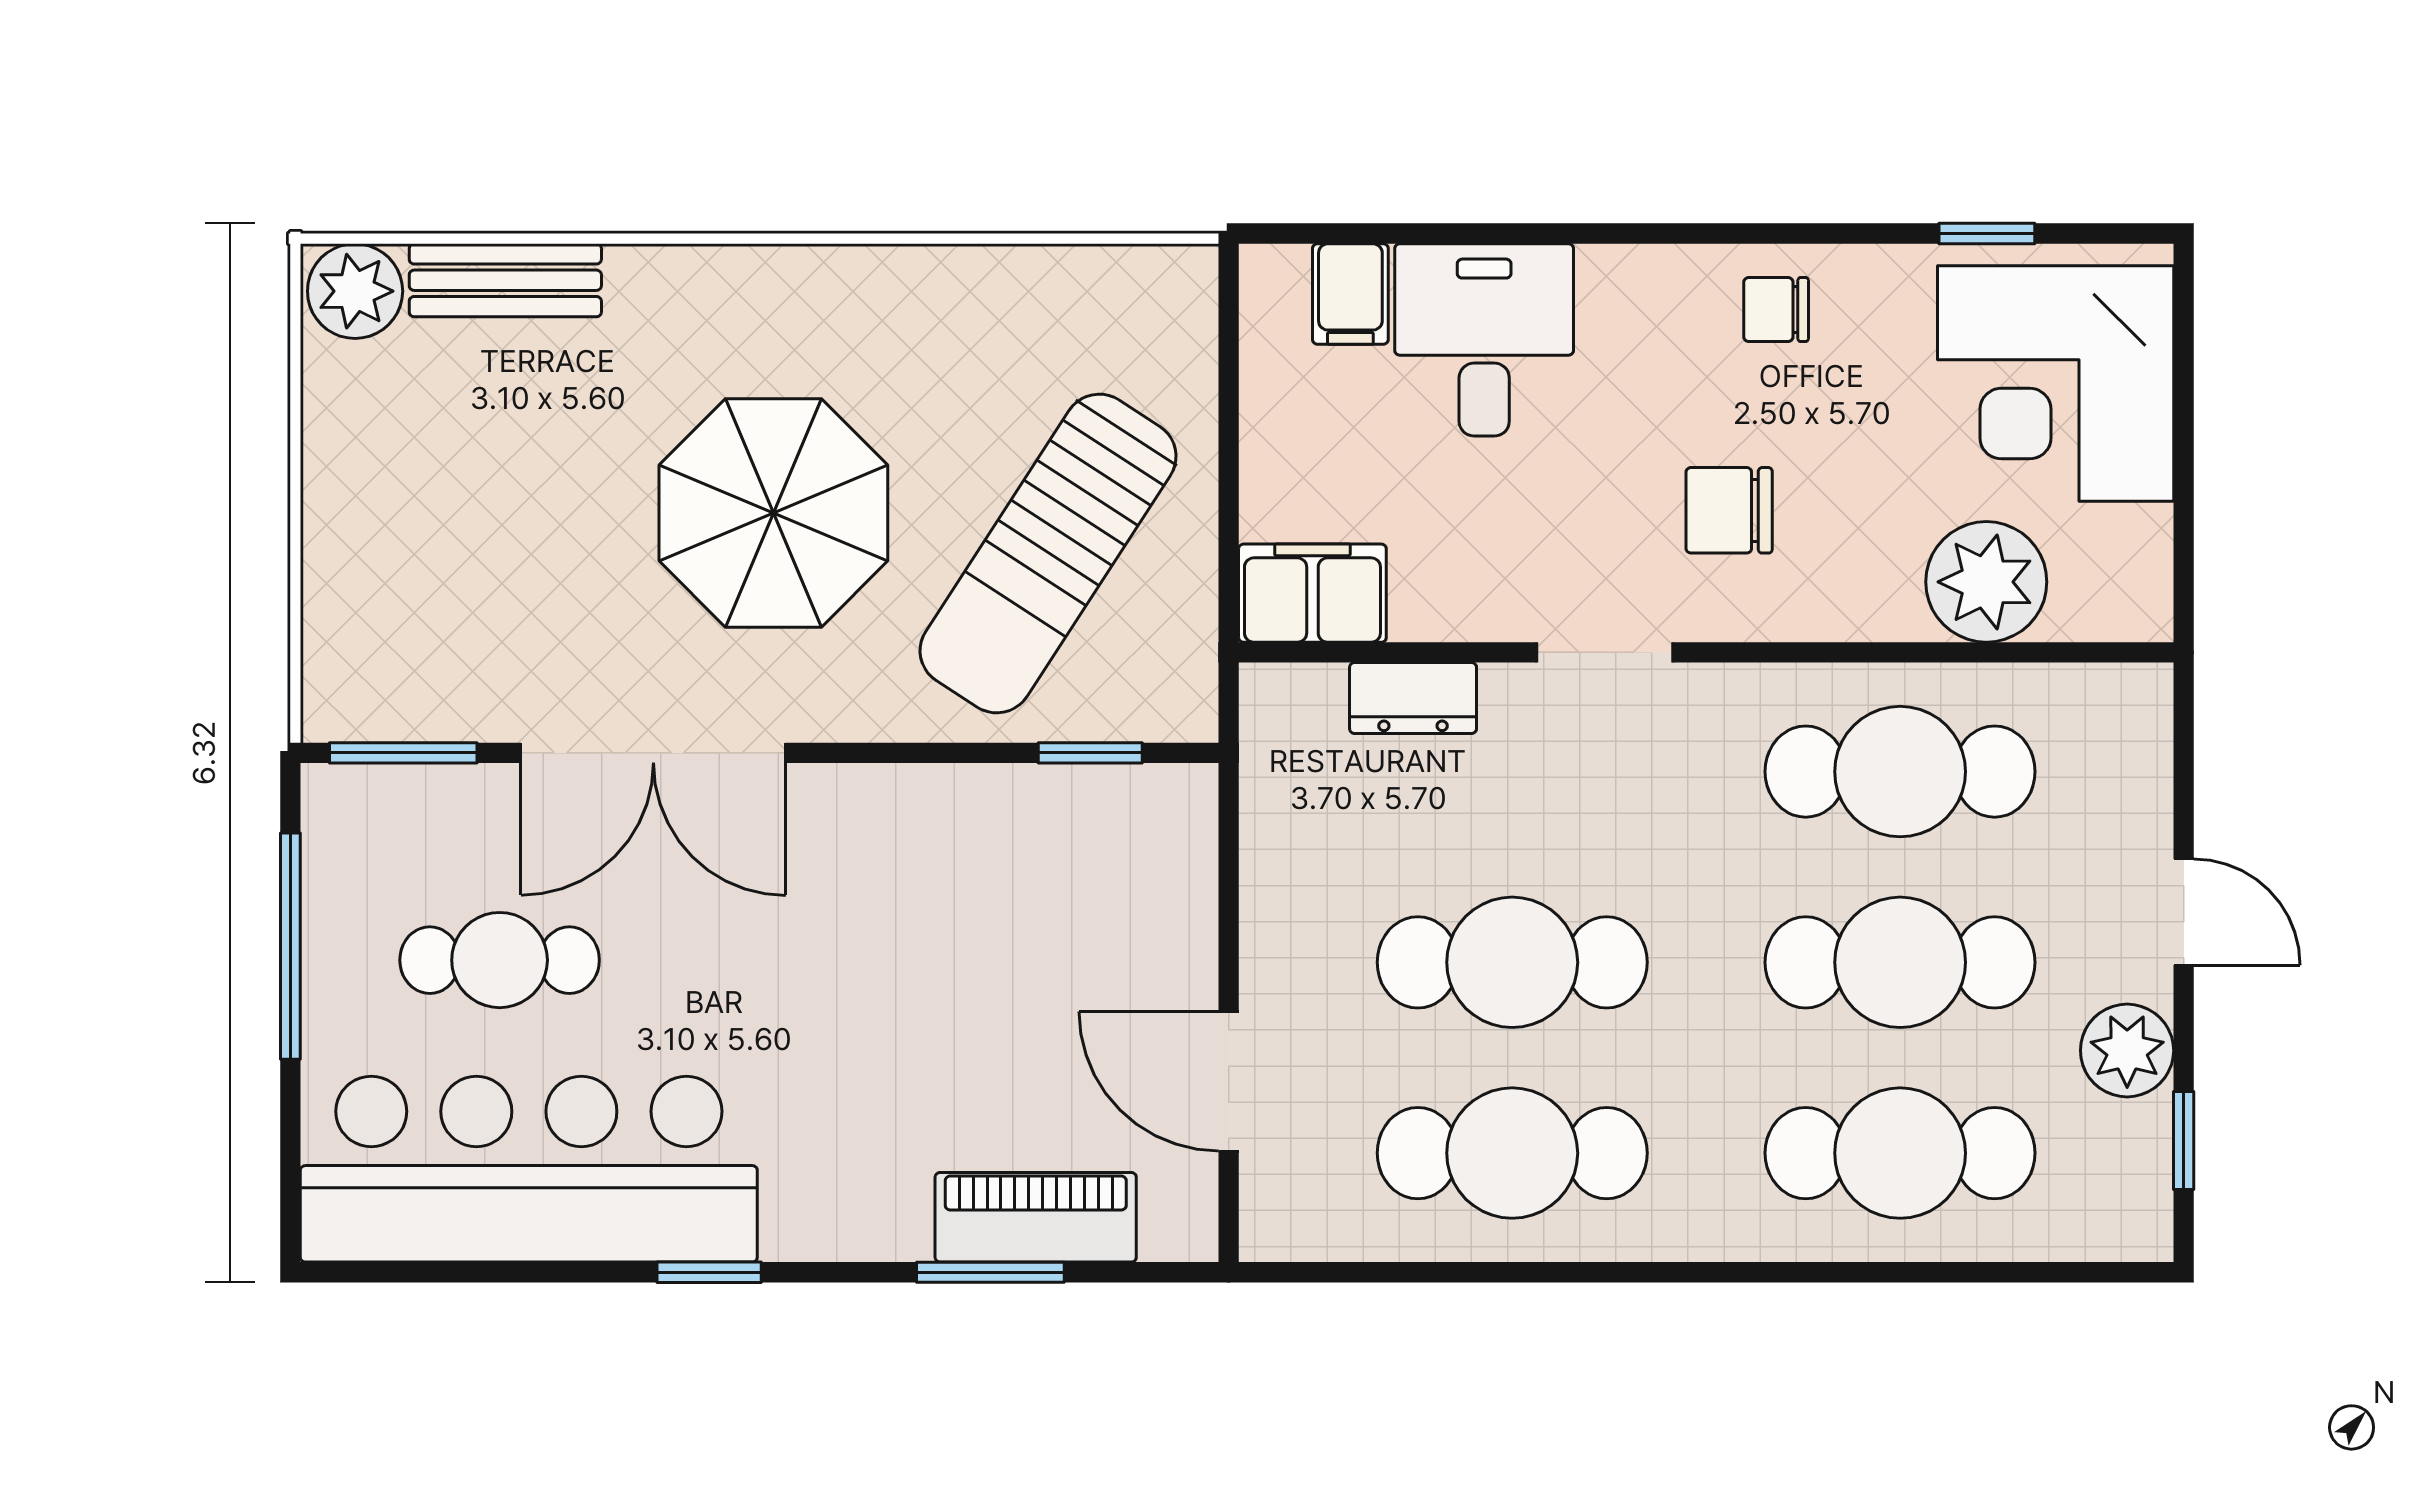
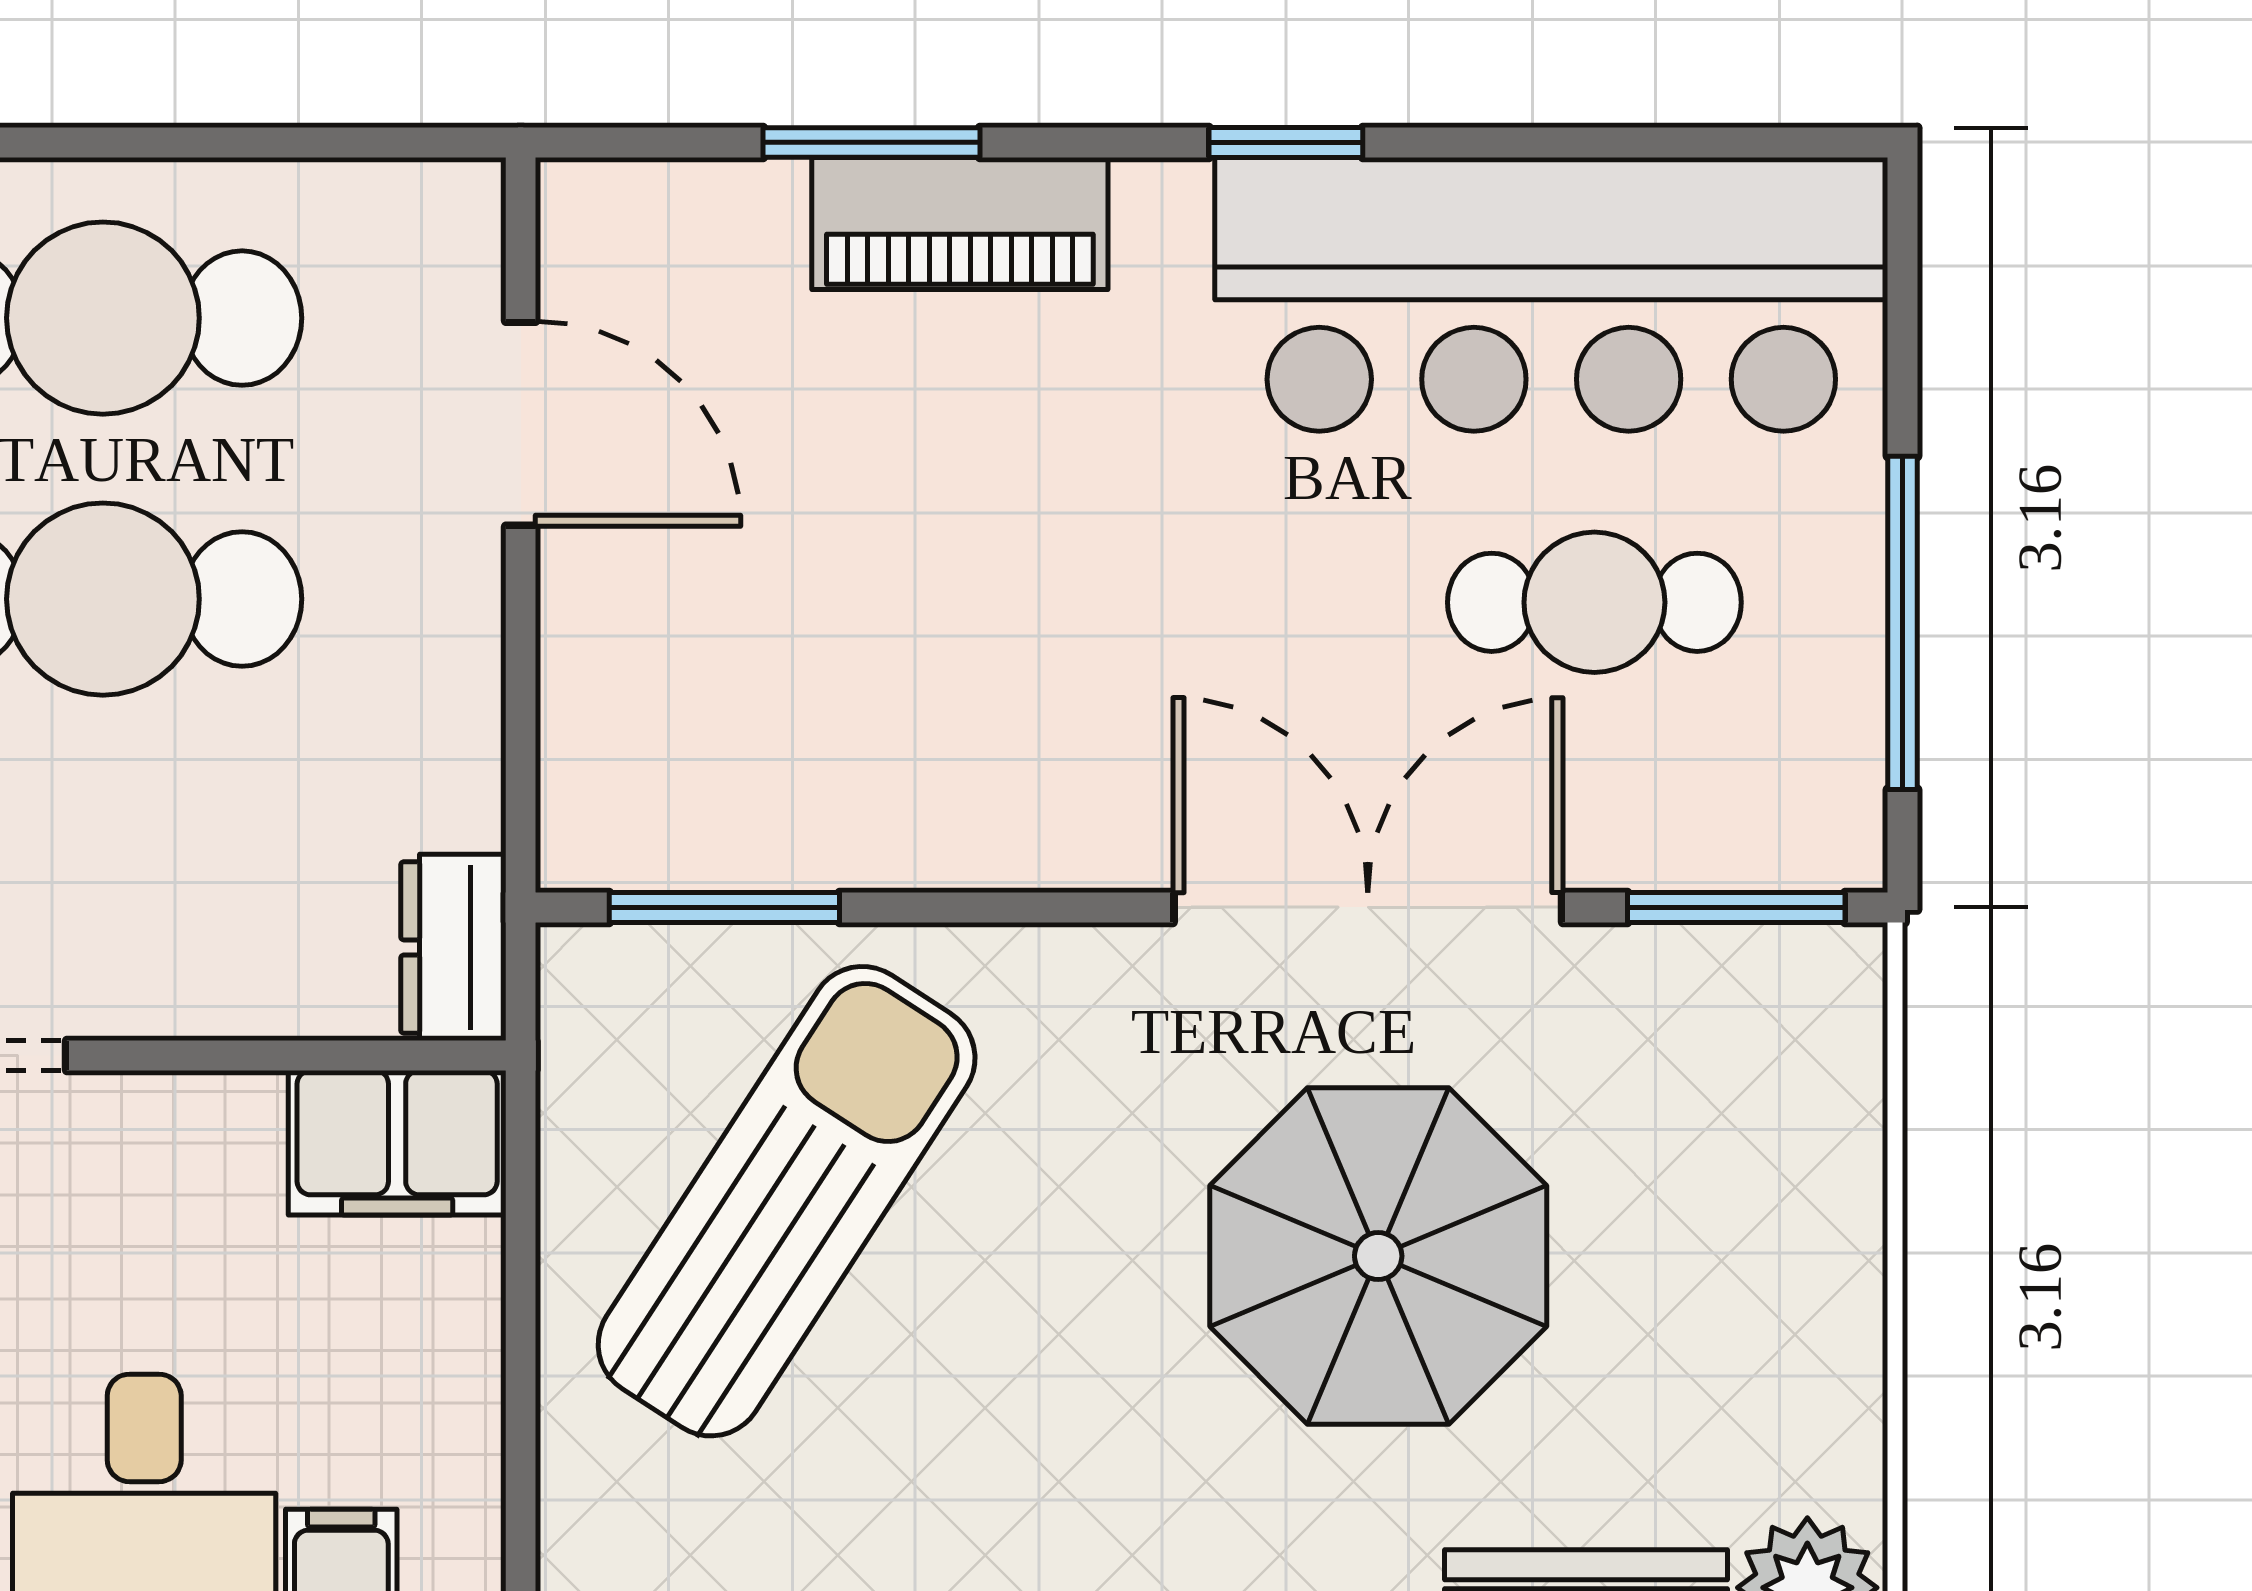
parasol: (773, 513) -> (1378, 1256), moved
dresser: (1413, 698) -> (453, 947), moved, turned -90
window: (1090, 753) -> (724, 907), width x1.50
piano: (1036, 1217) -> (960, 223), moved

